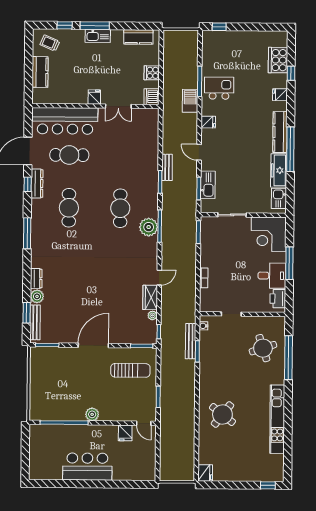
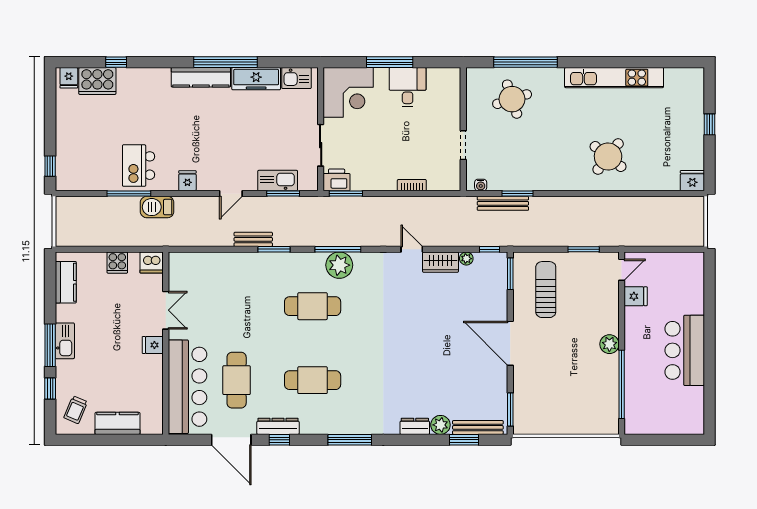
fridge: (280, 95) -> (69, 78), moved
printer: (278, 299) -> (337, 180), moved, turned 180
window: (268, 485) -> (709, 124), moved

